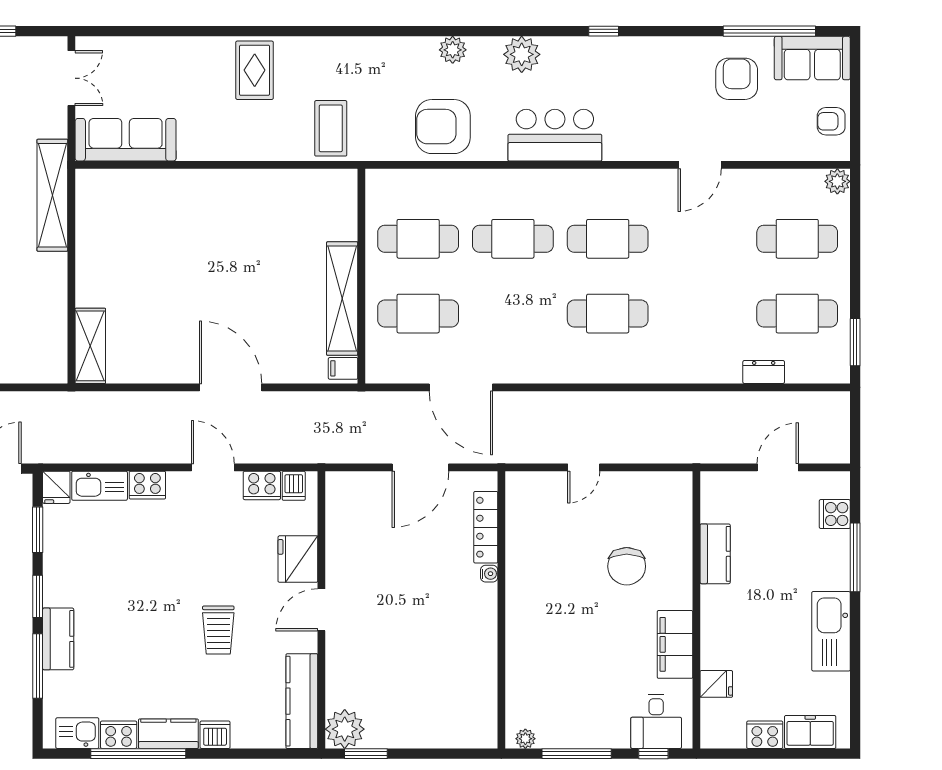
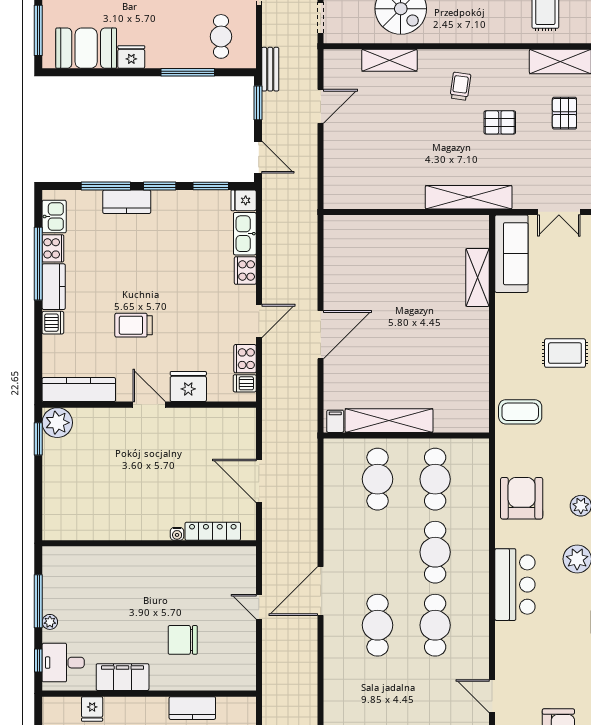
shelving: (90, 346) -> (478, 277), moved, turned 90
door: (461, 387) -> (321, 591), moved
plant: (525, 739) -> (50, 622), moved

